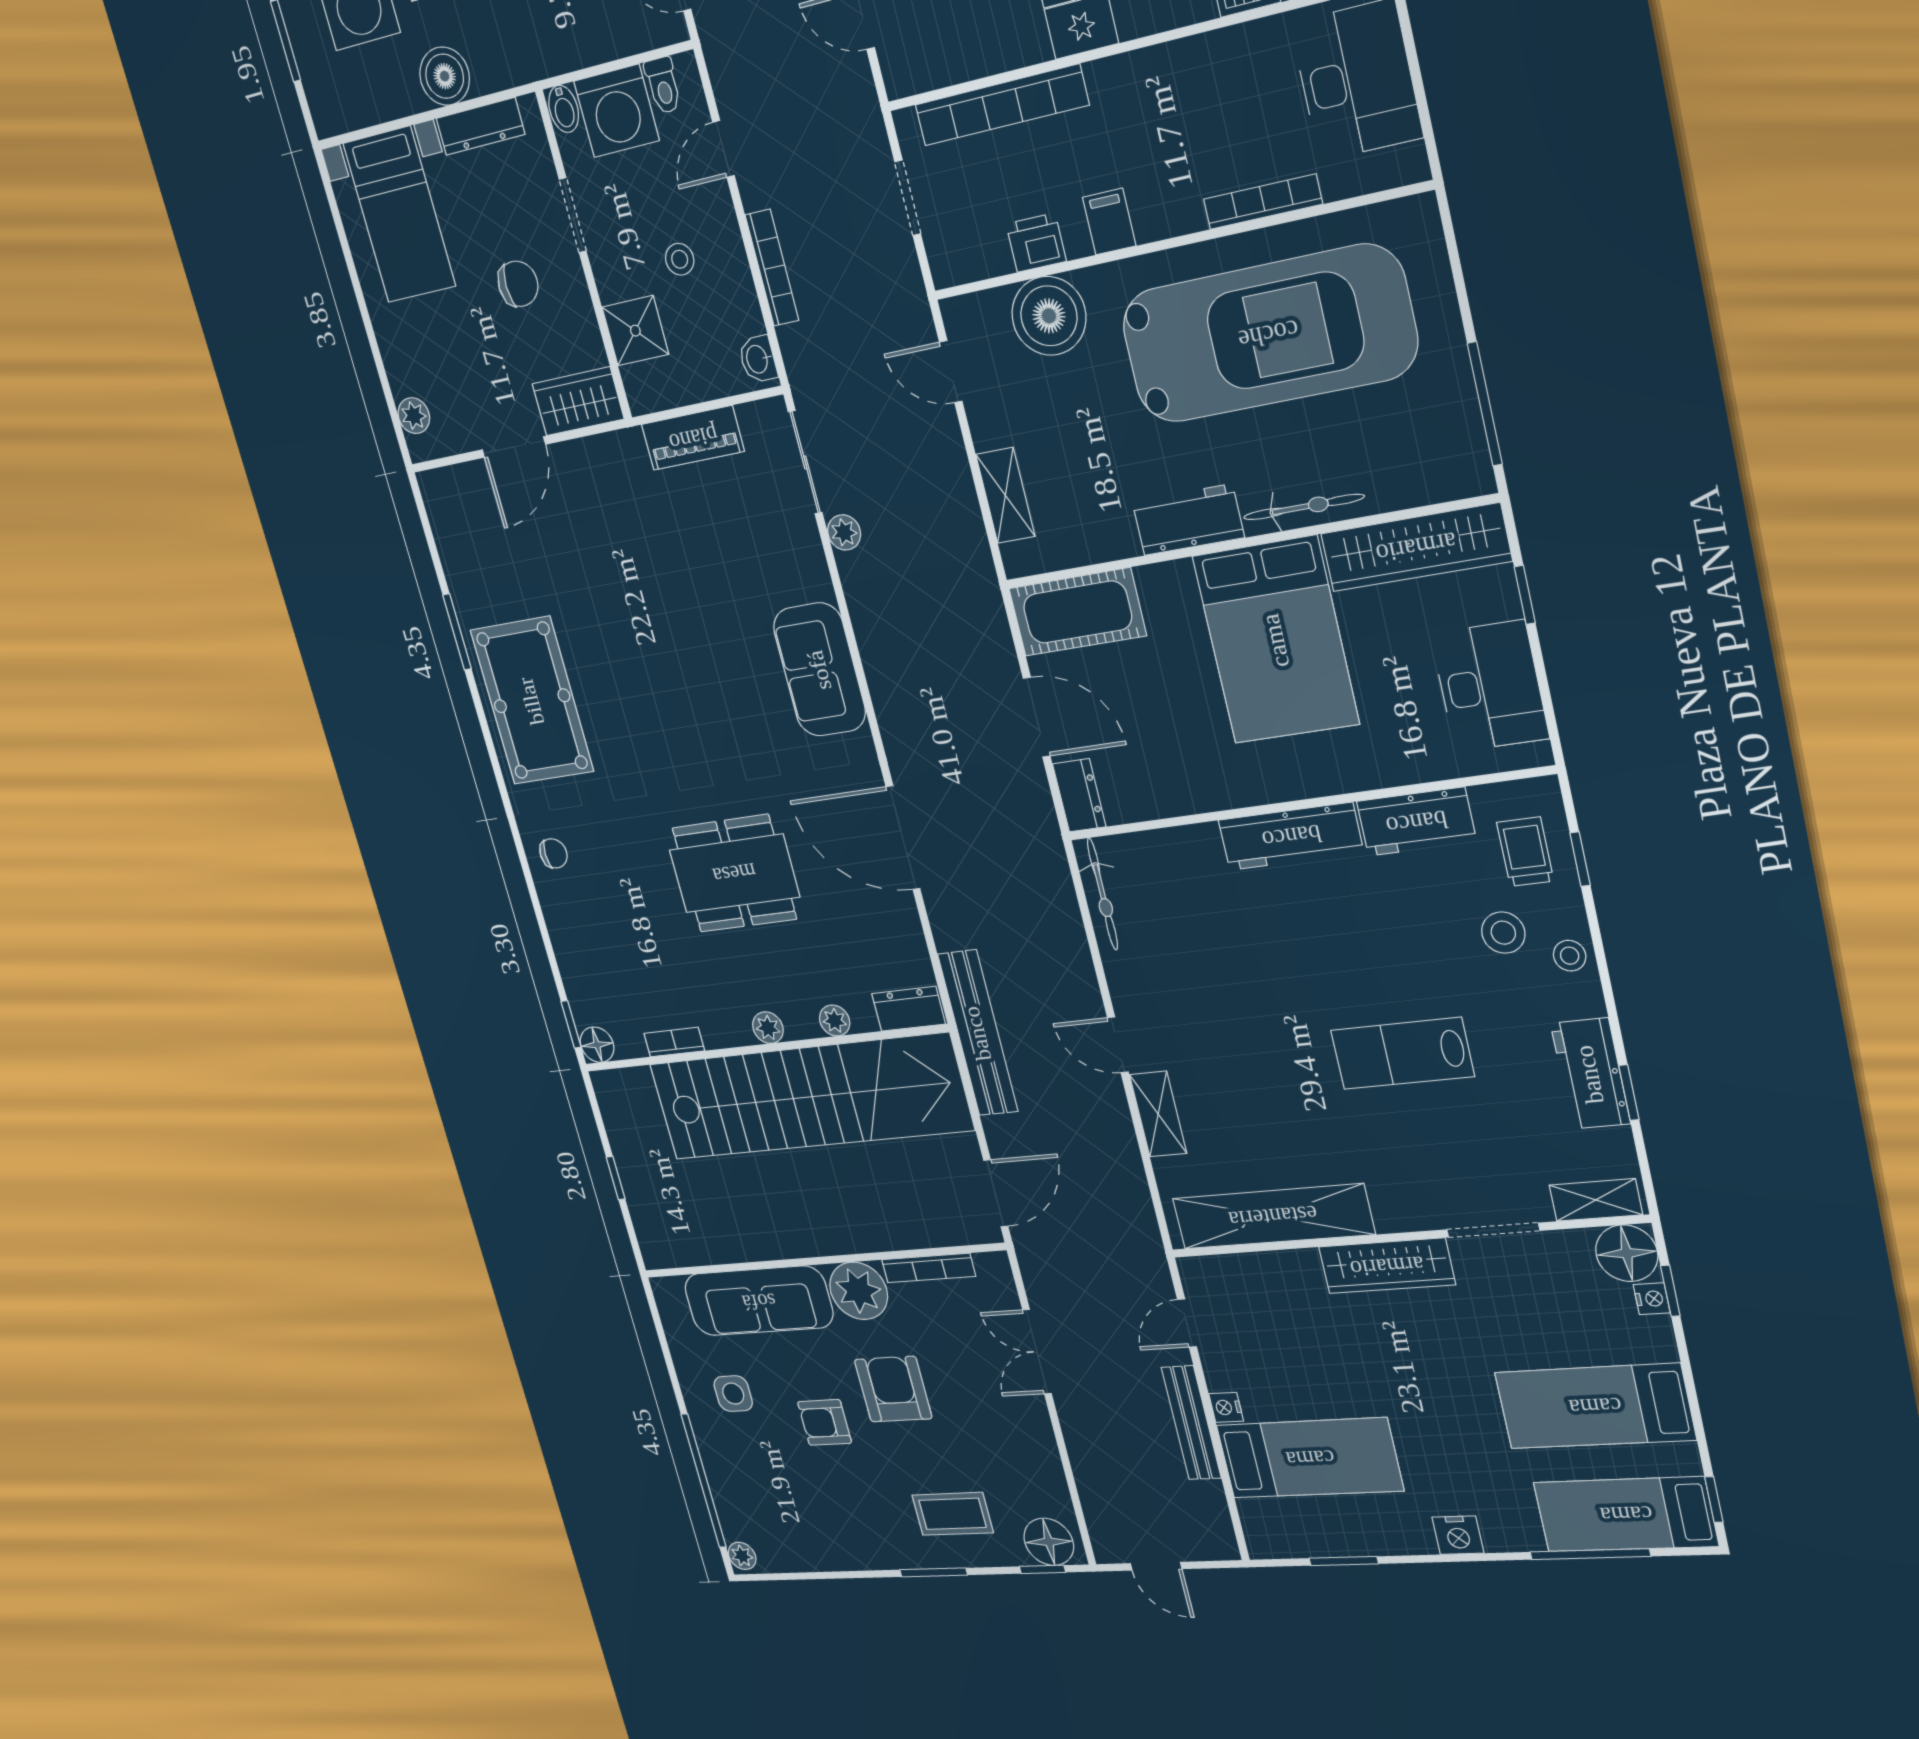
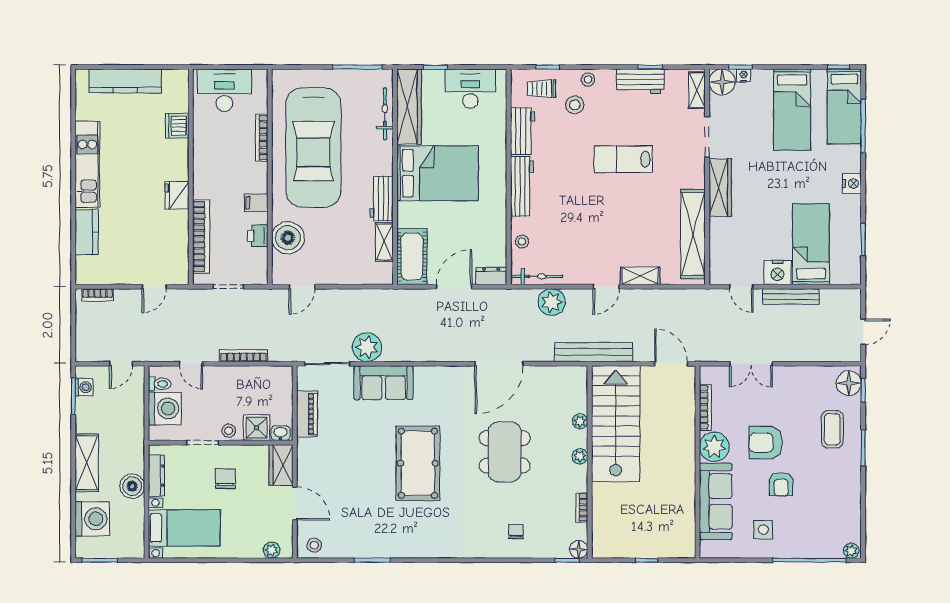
bidet: (564, 109) -> (158, 433), removed
stool: (680, 259) -> (229, 431), moved
car: (1268, 334) -> (313, 148), turned 180
washbasin: (758, 359) -> (281, 433), moved, turned 180
shelving: (1005, 495) -> (384, 242), moved, turned 90
stool: (449, 505) -> (314, 545), added
bicycle: (1304, 507) -> (385, 114), moved
plant: (844, 532) -> (367, 347), width x1.87, depth x1.87
sofa: (820, 670) -> (384, 383), moved
pool table: (532, 701) -> (418, 463), moved, turned 90
chair: (554, 853) -> (516, 532), moved
stool: (1169, 853) -> (522, 242), added
plant: (1057, 933) -> (552, 302), added
dresser: (908, 1009) -> (578, 383), removed
lab bench: (1402, 1053) -> (623, 159), turned 90
stairs: (810, 1097) -> (616, 424), width x0.73
nightstand: (1226, 1407) -> (777, 272), width x1.89, depth x1.79

